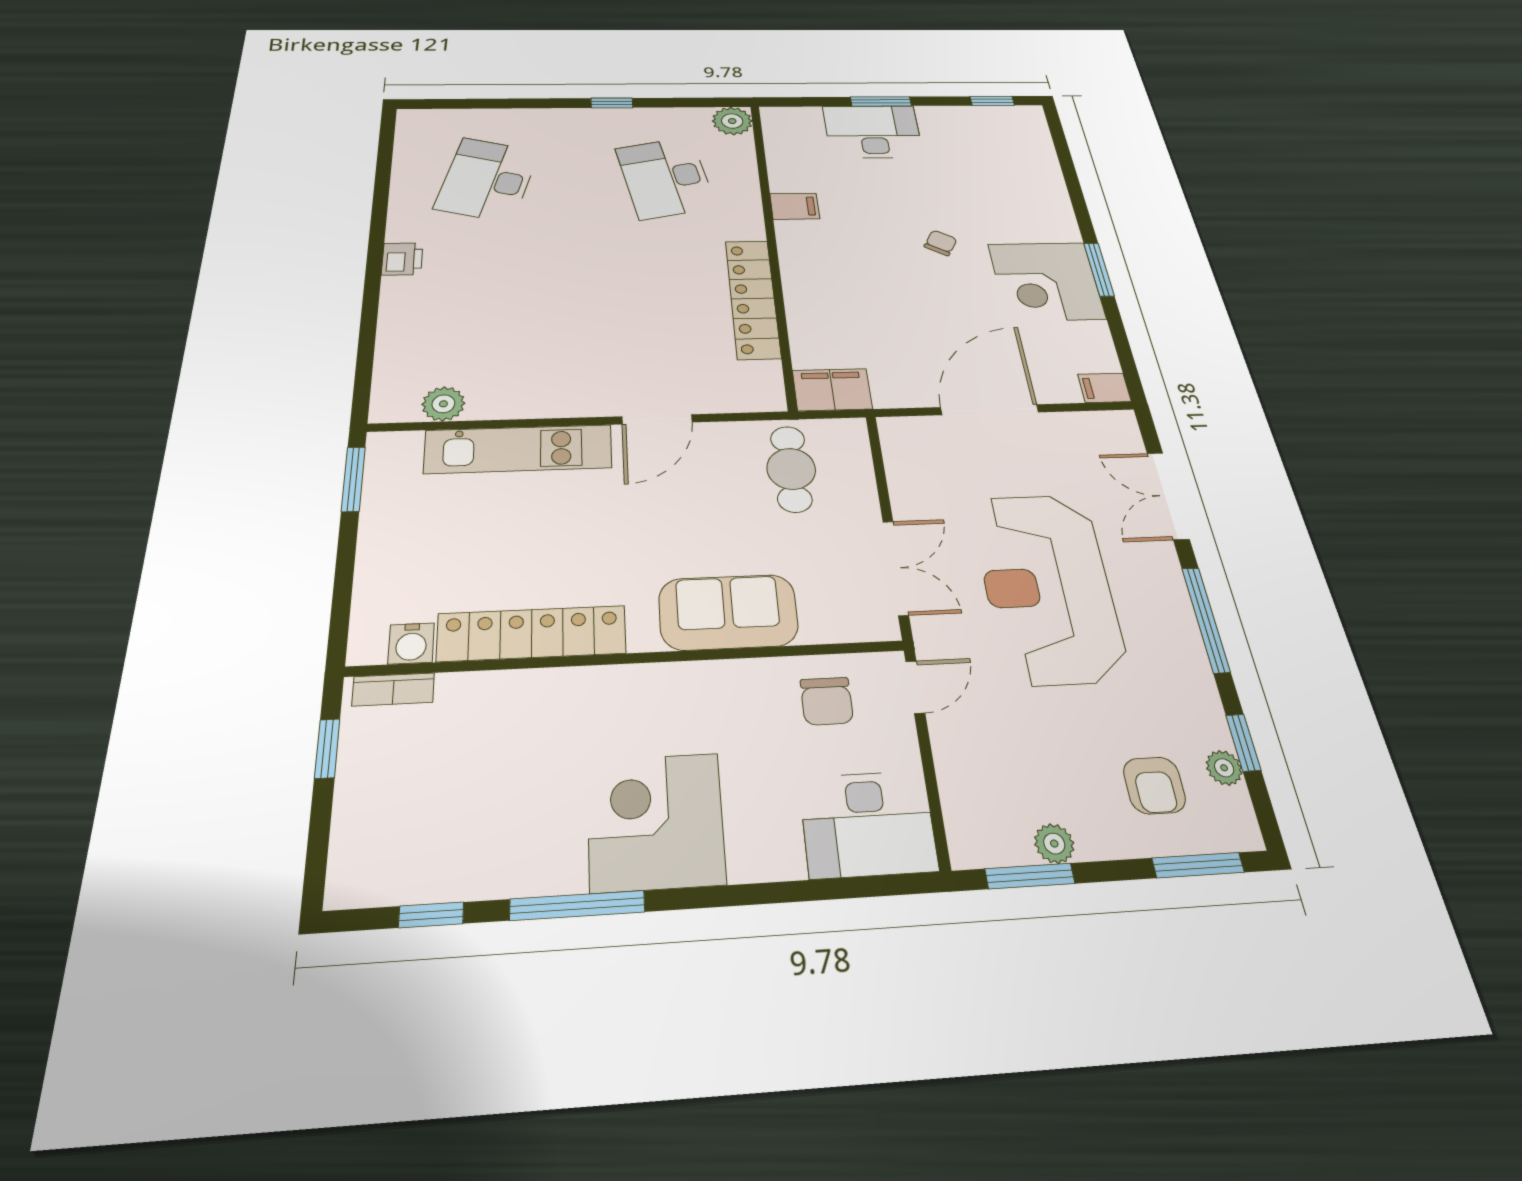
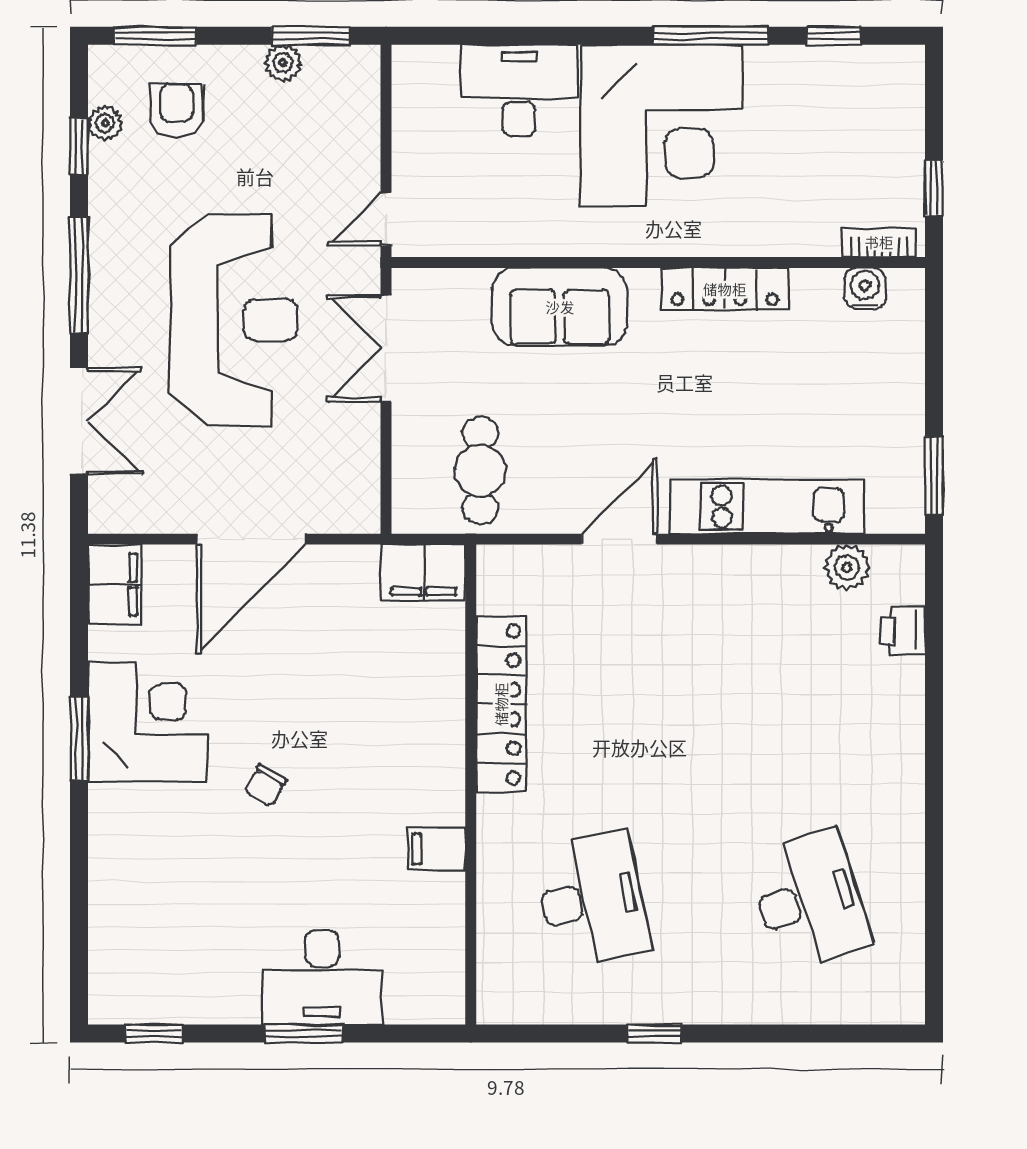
plant: (732, 121) -> (502, 999), removed
desk: (487, 180) -> (809, 900), turned -33
printer: (402, 259) -> (903, 630), moved
filing cabinet: (1104, 388) -> (114, 584), width x2.00
locker: (532, 633) -> (725, 289), width x0.71, depth x0.83
chair: (827, 701) -> (473, 209), removed
corner desk: (655, 821) -> (662, 126), width x1.36, depth x1.36
desk: (868, 824) -> (519, 91), moved

